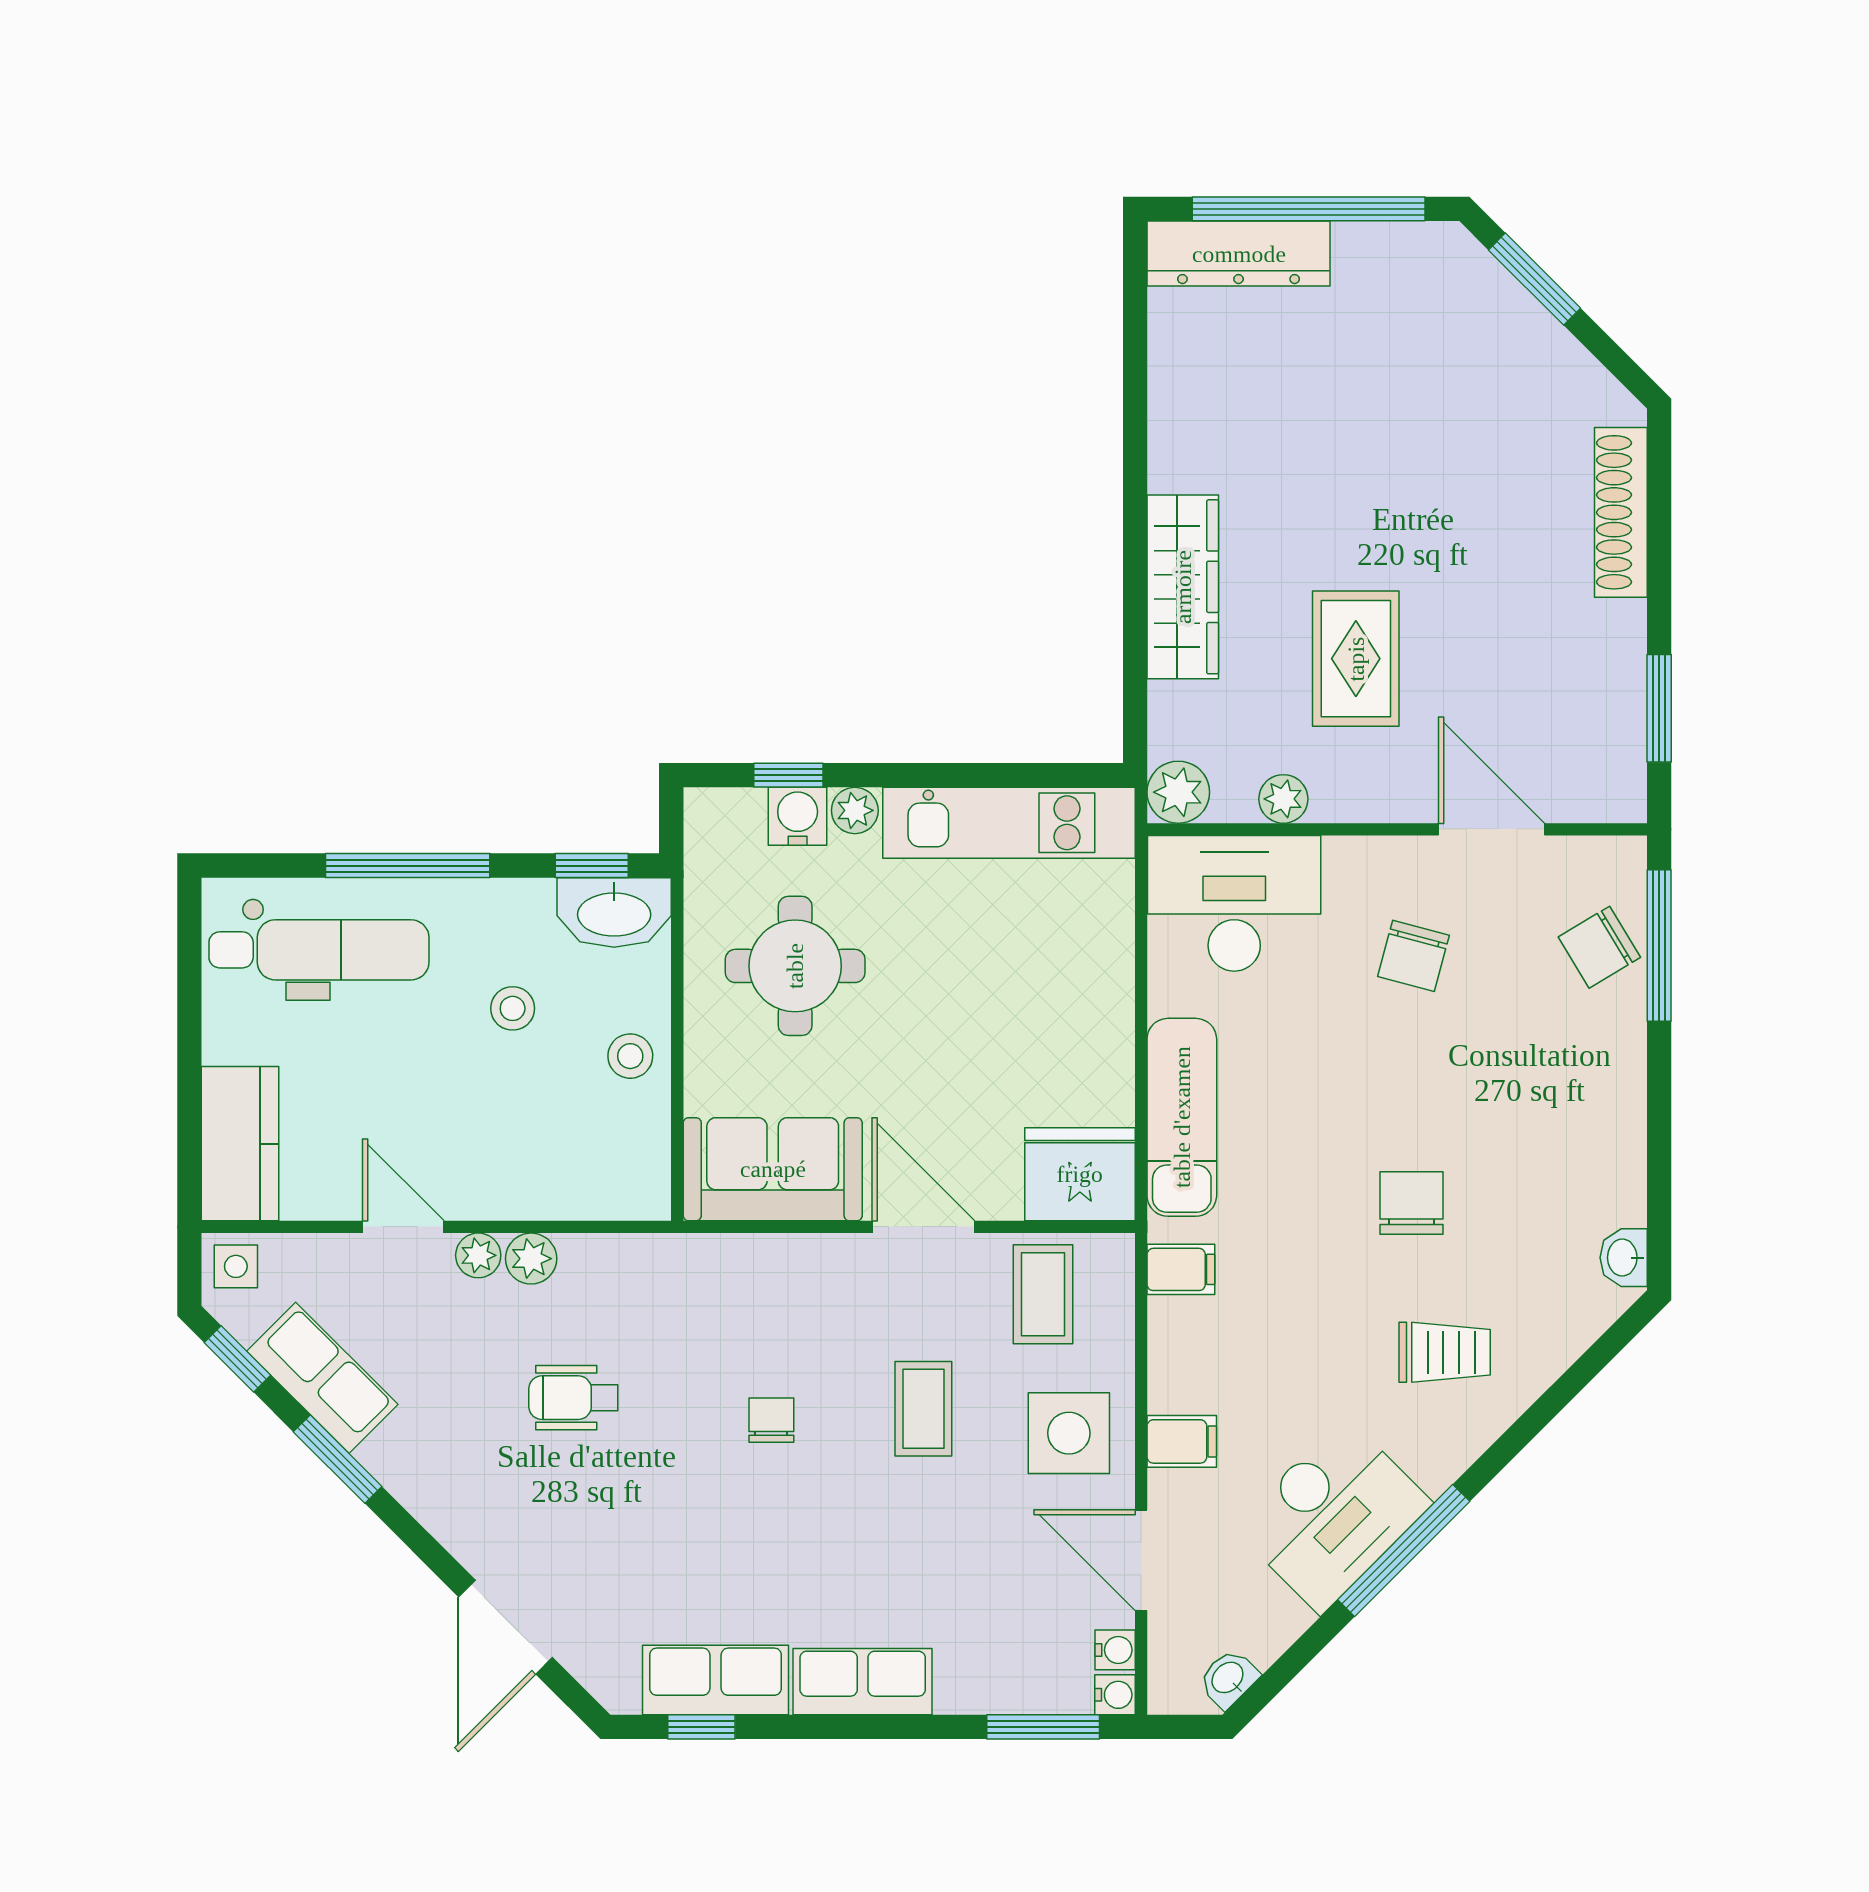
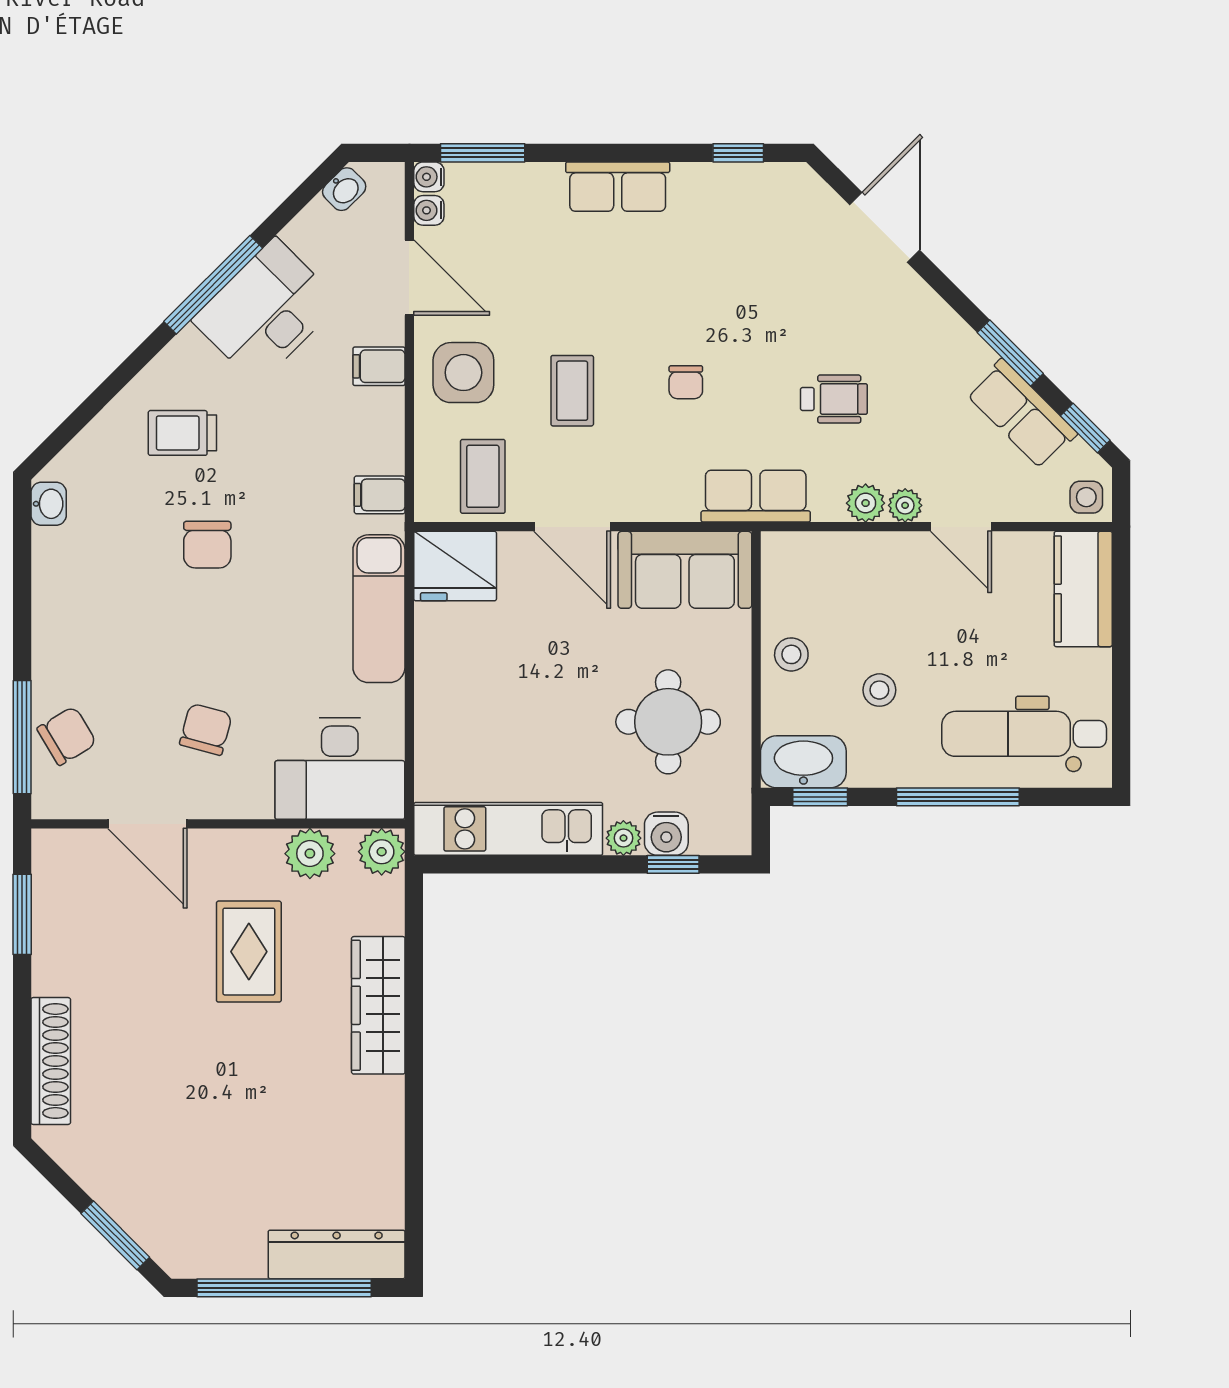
plant: (1283, 799) -> (310, 854), width x1.38, depth x1.38
row of seats: (715, 1680) -> (756, 496), moved, turned 180

